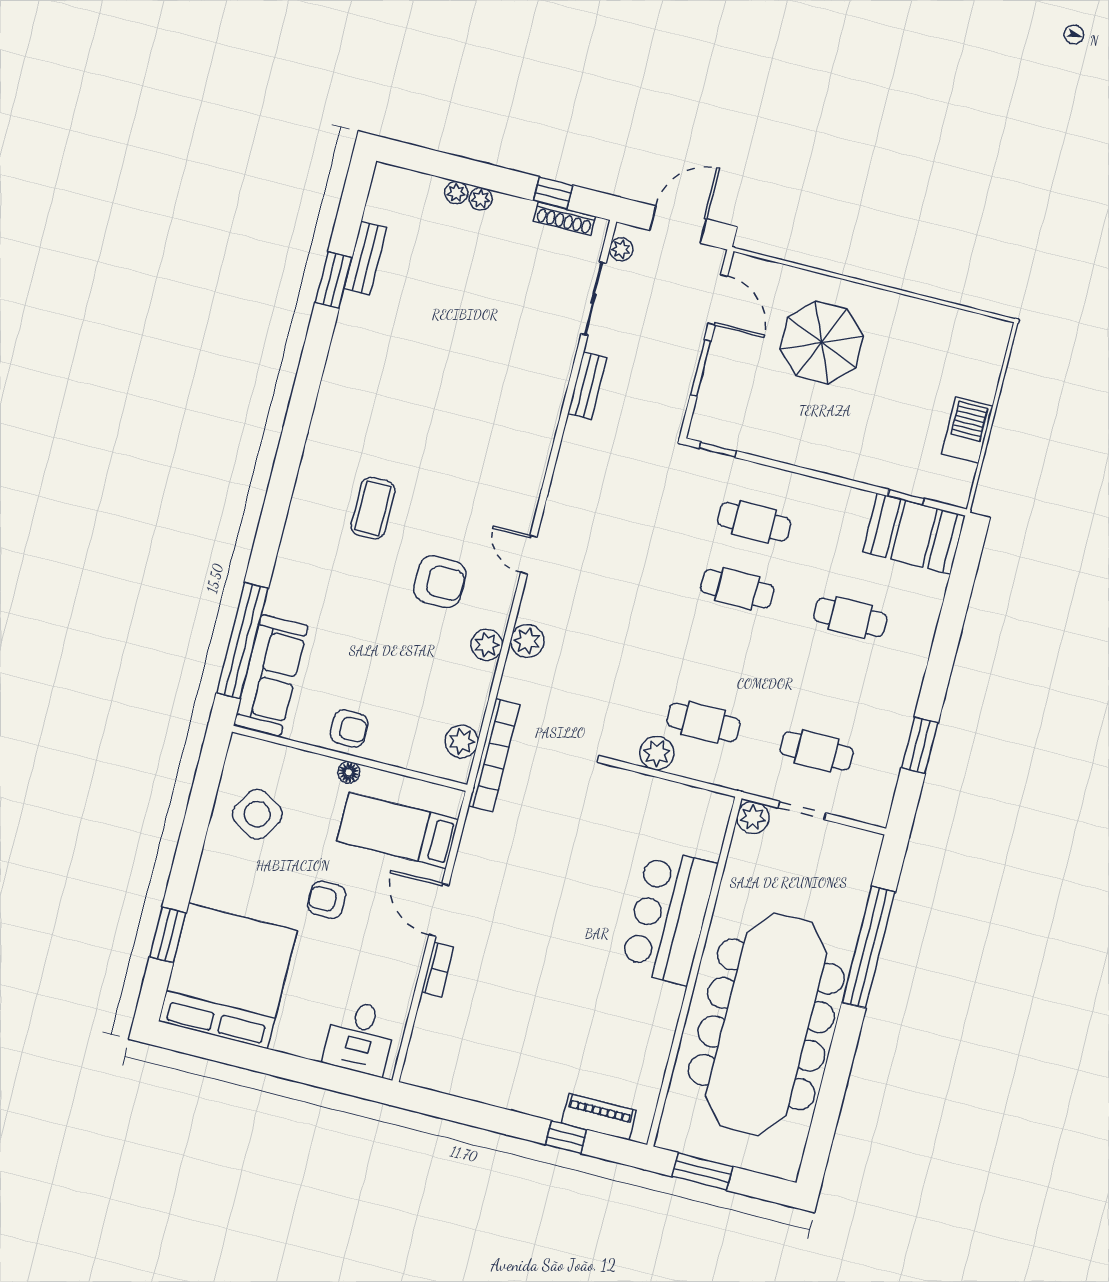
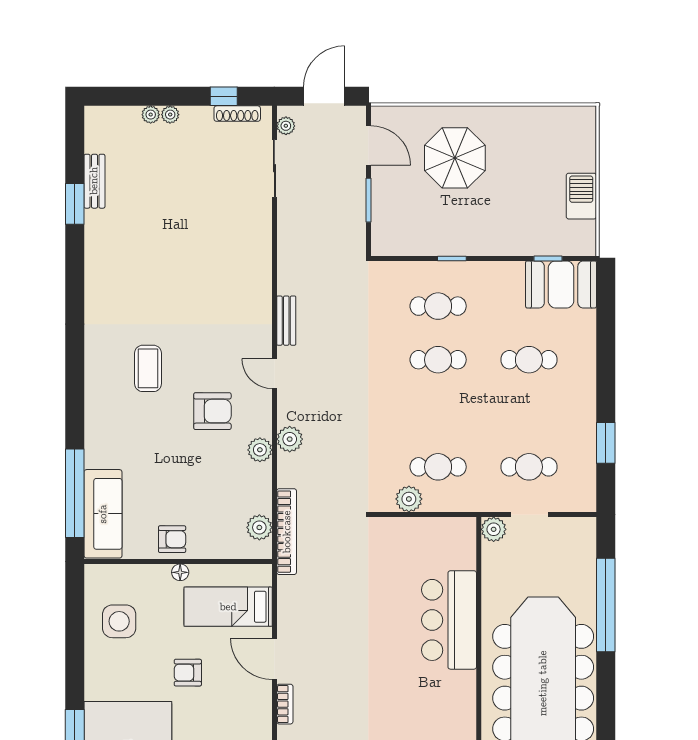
bench: (587, 386) -> (286, 321), moved
window: (718, 450) -> (452, 258), moved
side table: (257, 814) -> (119, 621), turned -31

